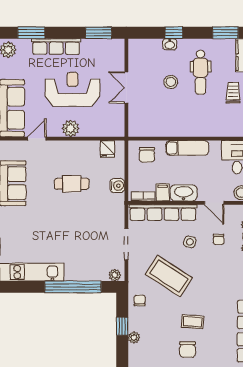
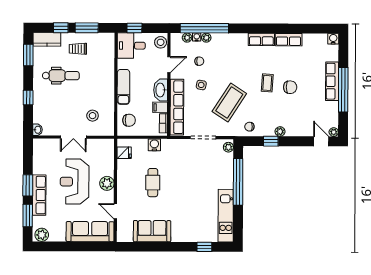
window: (99, 33) -> (28, 185), moved
washbasin: (170, 44) -> (38, 130), moved
stool: (171, 82) -> (93, 116), moved

